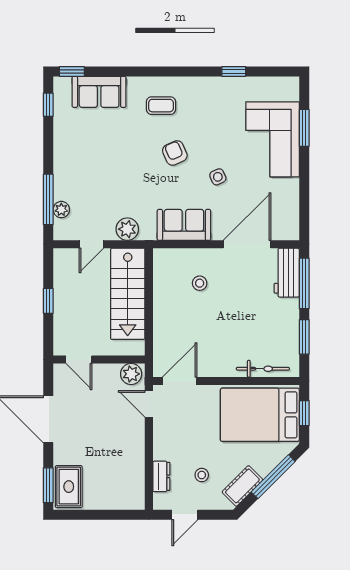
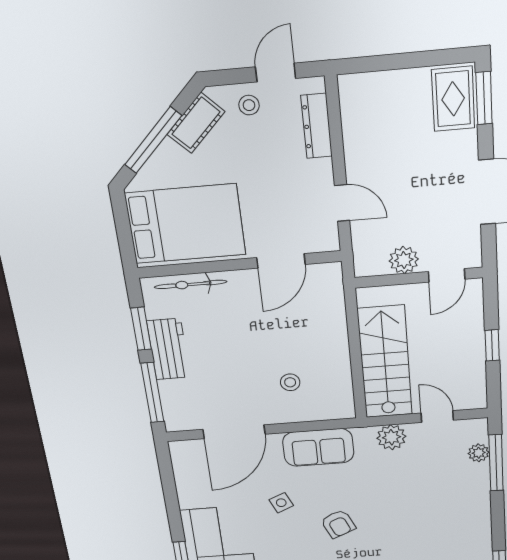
door: (91, 244) -> (437, 417), hinge flipped
workbench: (287, 273) -> (168, 349), moved
door: (79, 360) -> (447, 275), swing flipped
plant: (131, 374) -> (404, 260), moved
door: (180, 381) -> (281, 261), moved
door: (149, 404) -> (342, 203), moved
window: (304, 413) -> (124, 231), removed
stool: (202, 475) -> (249, 105), moved
dresser: (161, 476) -> (317, 126), width x1.44

